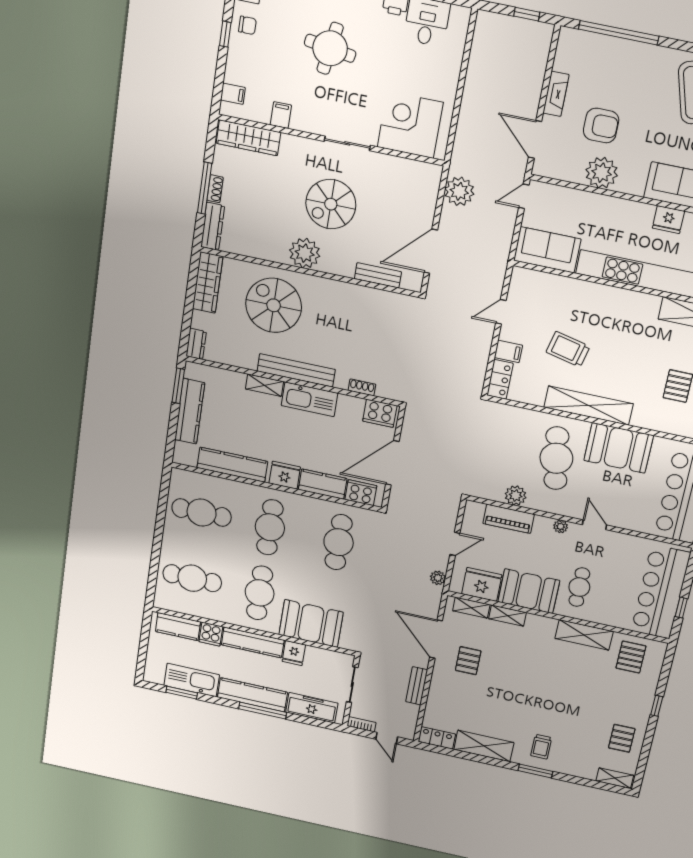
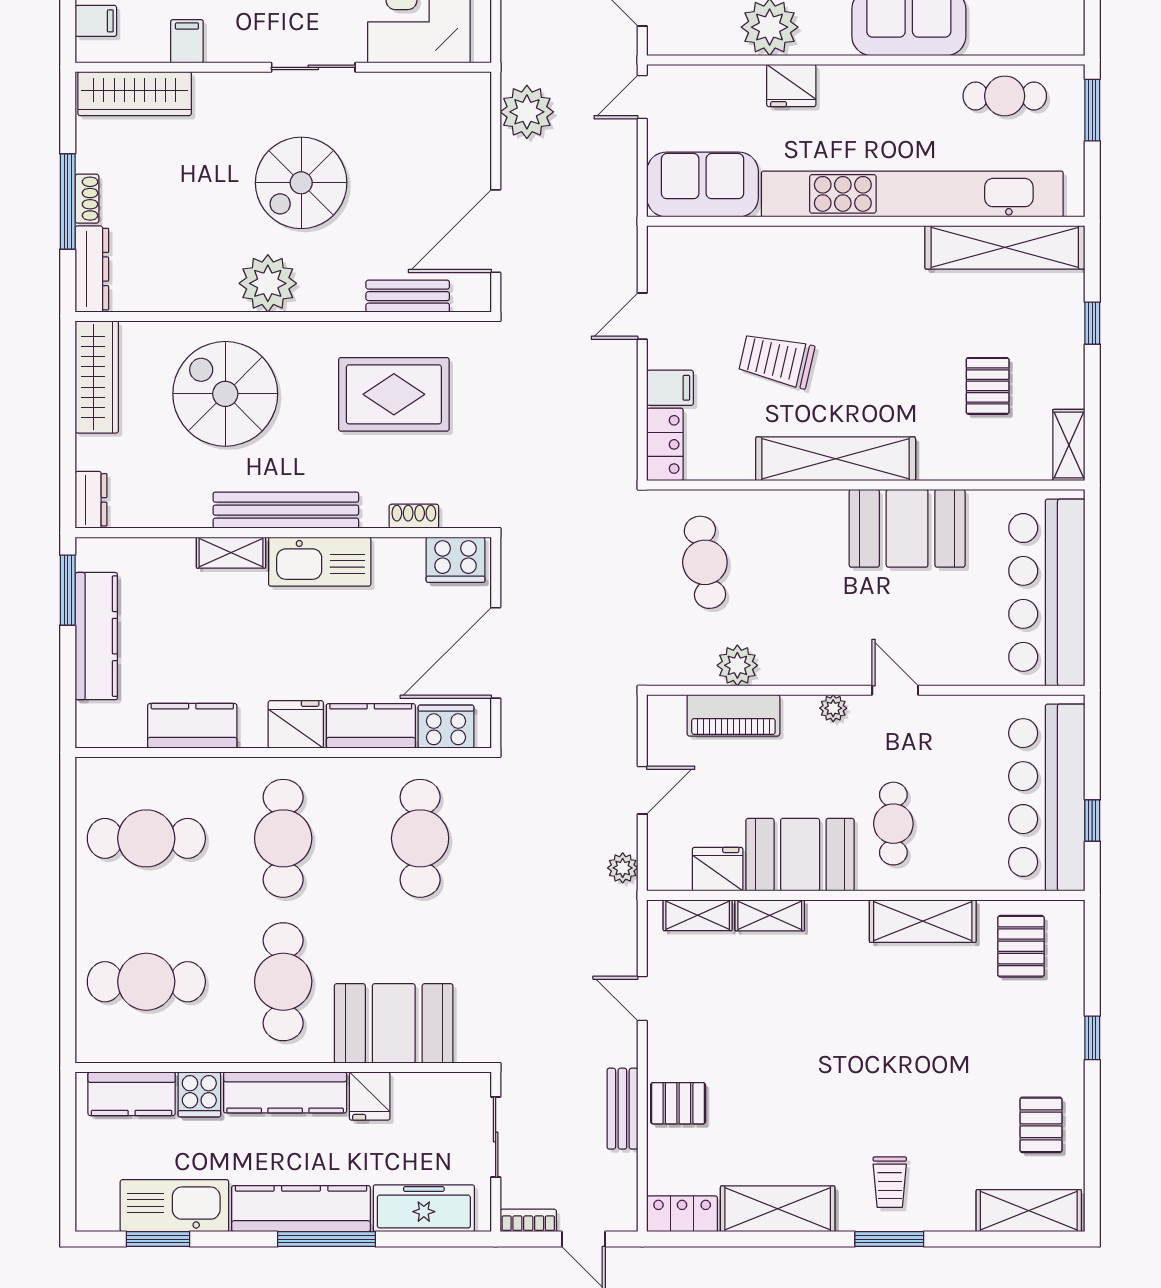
fridge: (668, 220) -> (791, 86), moved
rug: (362, 324) -> (394, 394), added
cafe table: (556, 458) -> (705, 562), moved, width x0.73, depth x0.74
kitchen counter: (232, 465) -> (192, 726), width x0.67
fridge: (482, 584) -> (718, 869), width x0.73, depth x0.75
door: (436, 639) -> (642, 998), width x0.53
pallet: (468, 661) -> (678, 1103), moved, turned 90
shelving: (615, 778) -> (1029, 1211), width x1.50, depth x1.33

